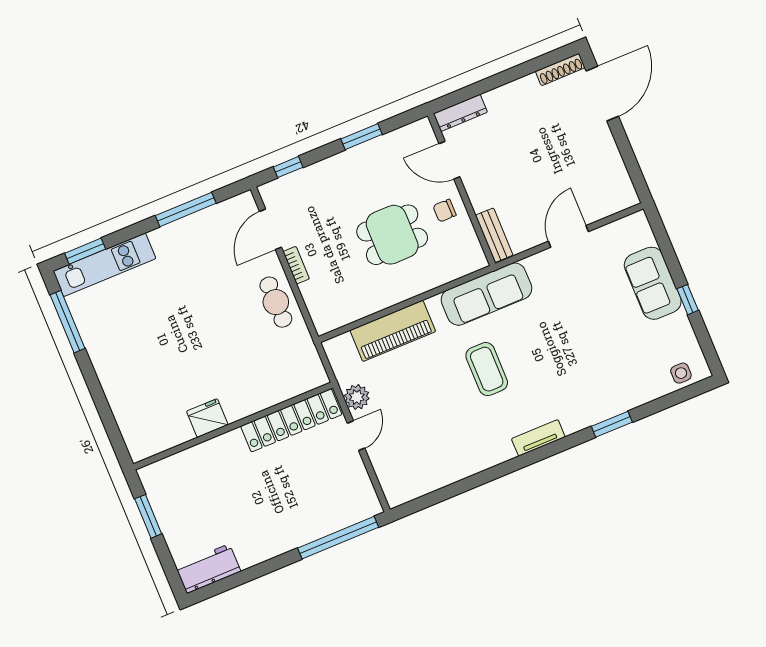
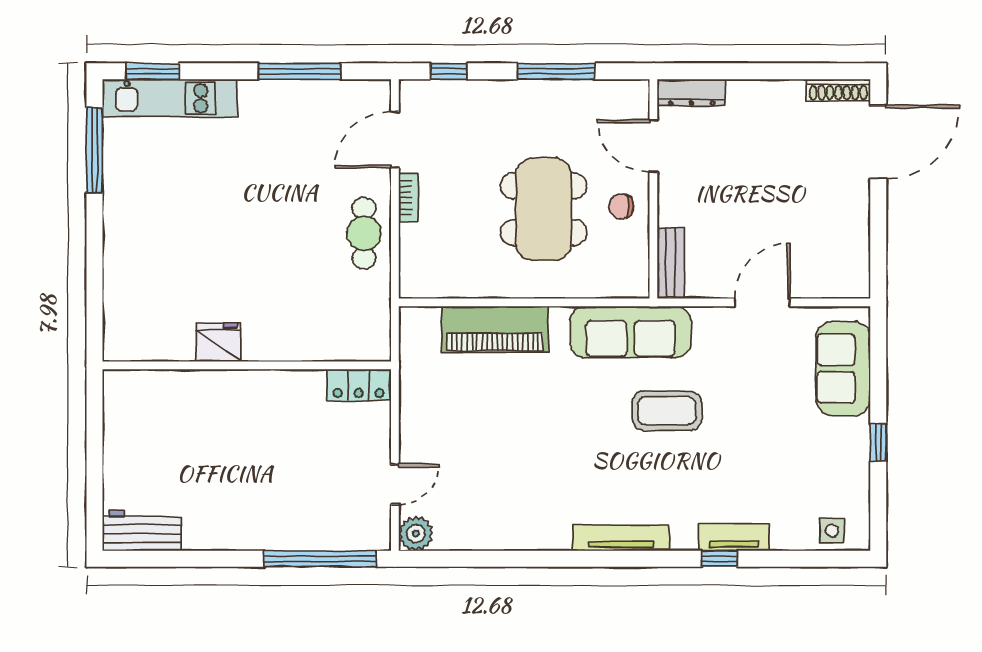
window: (361, 137) -> (556, 71), width x1.44
dining table: (392, 235) -> (544, 209), width x1.38
sofa: (653, 283) -> (843, 368), moved
coffee table: (487, 369) -> (667, 411), moved, turned 90
plant: (357, 397) -> (416, 534), moved
tv unit: (616, 405) -> (734, 537), added
locker: (291, 420) -> (359, 385), width x0.46, depth x0.83
window: (612, 424) -> (719, 559), width x0.67
door: (356, 436) -> (395, 484), moved
tv unit: (538, 438) -> (621, 538), width x1.41
window: (148, 516) -> (95, 434), removed

